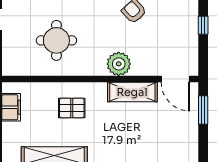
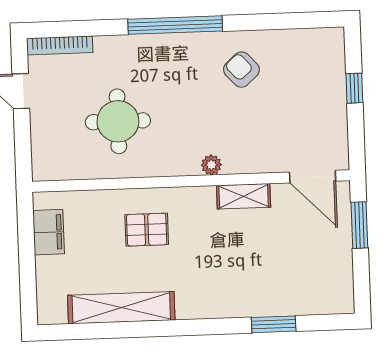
plant: (119, 64) -> (211, 165), width x0.53, depth x0.53
shelving: (132, 92) -> (244, 196), width x0.67, depth x0.75

